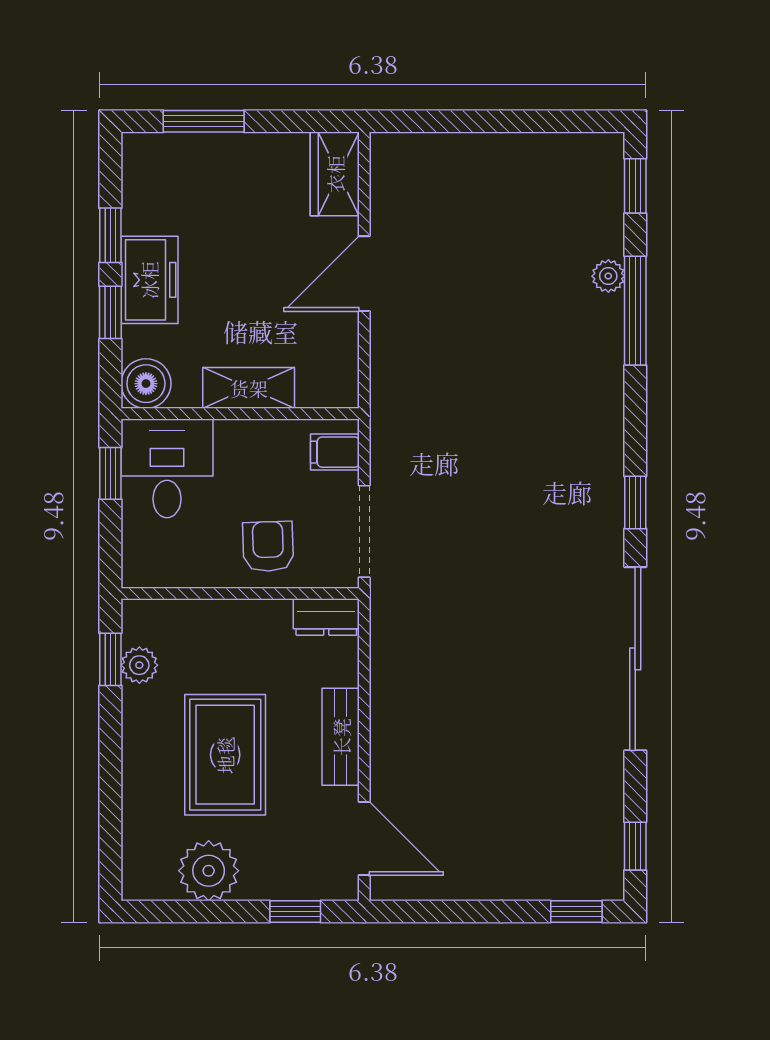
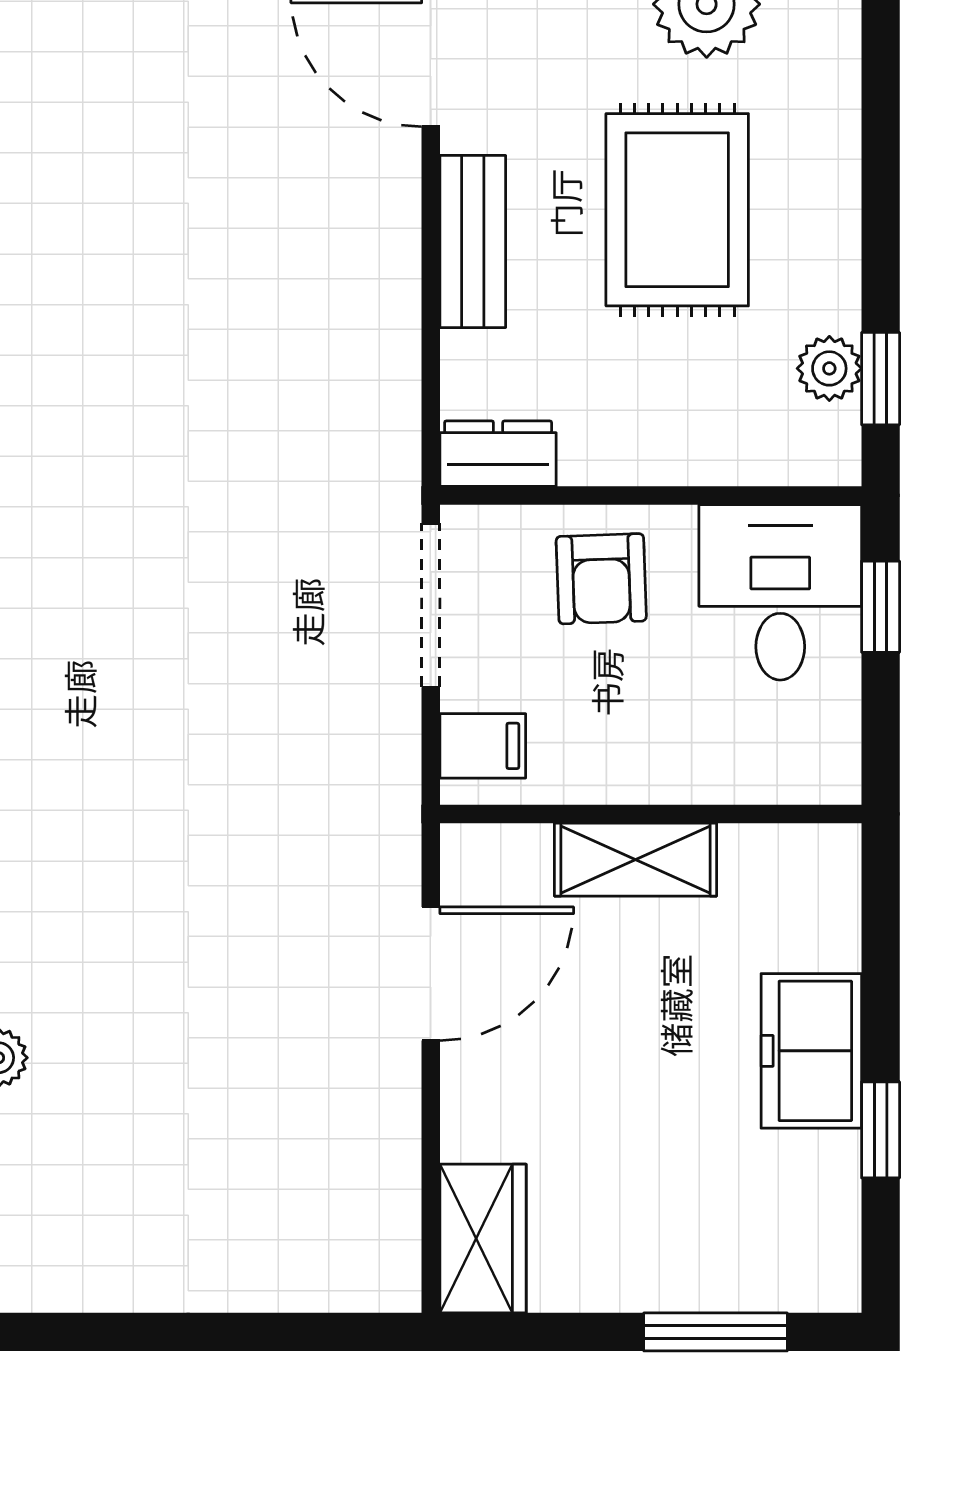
door: (364, 274) -> (431, 974), moved
window: (110, 312) -> (881, 993), removed
boiler: (146, 384) -> (817, 867), removed
desk: (167, 468) -> (780, 592), moved, turned 180
window: (110, 473) -> (881, 607), moved

